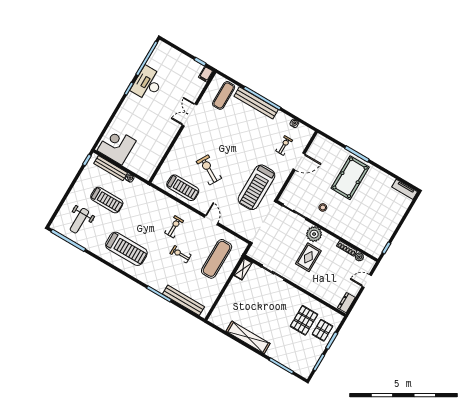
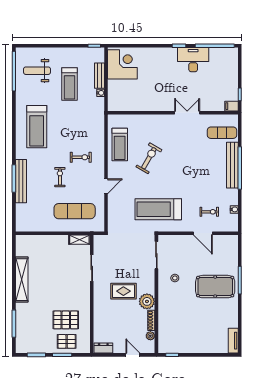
bench: (111, 168) -> (99, 76), width x0.73
plant: (314, 234) -> (147, 301), moved
bench: (184, 300) -> (21, 181), moved

